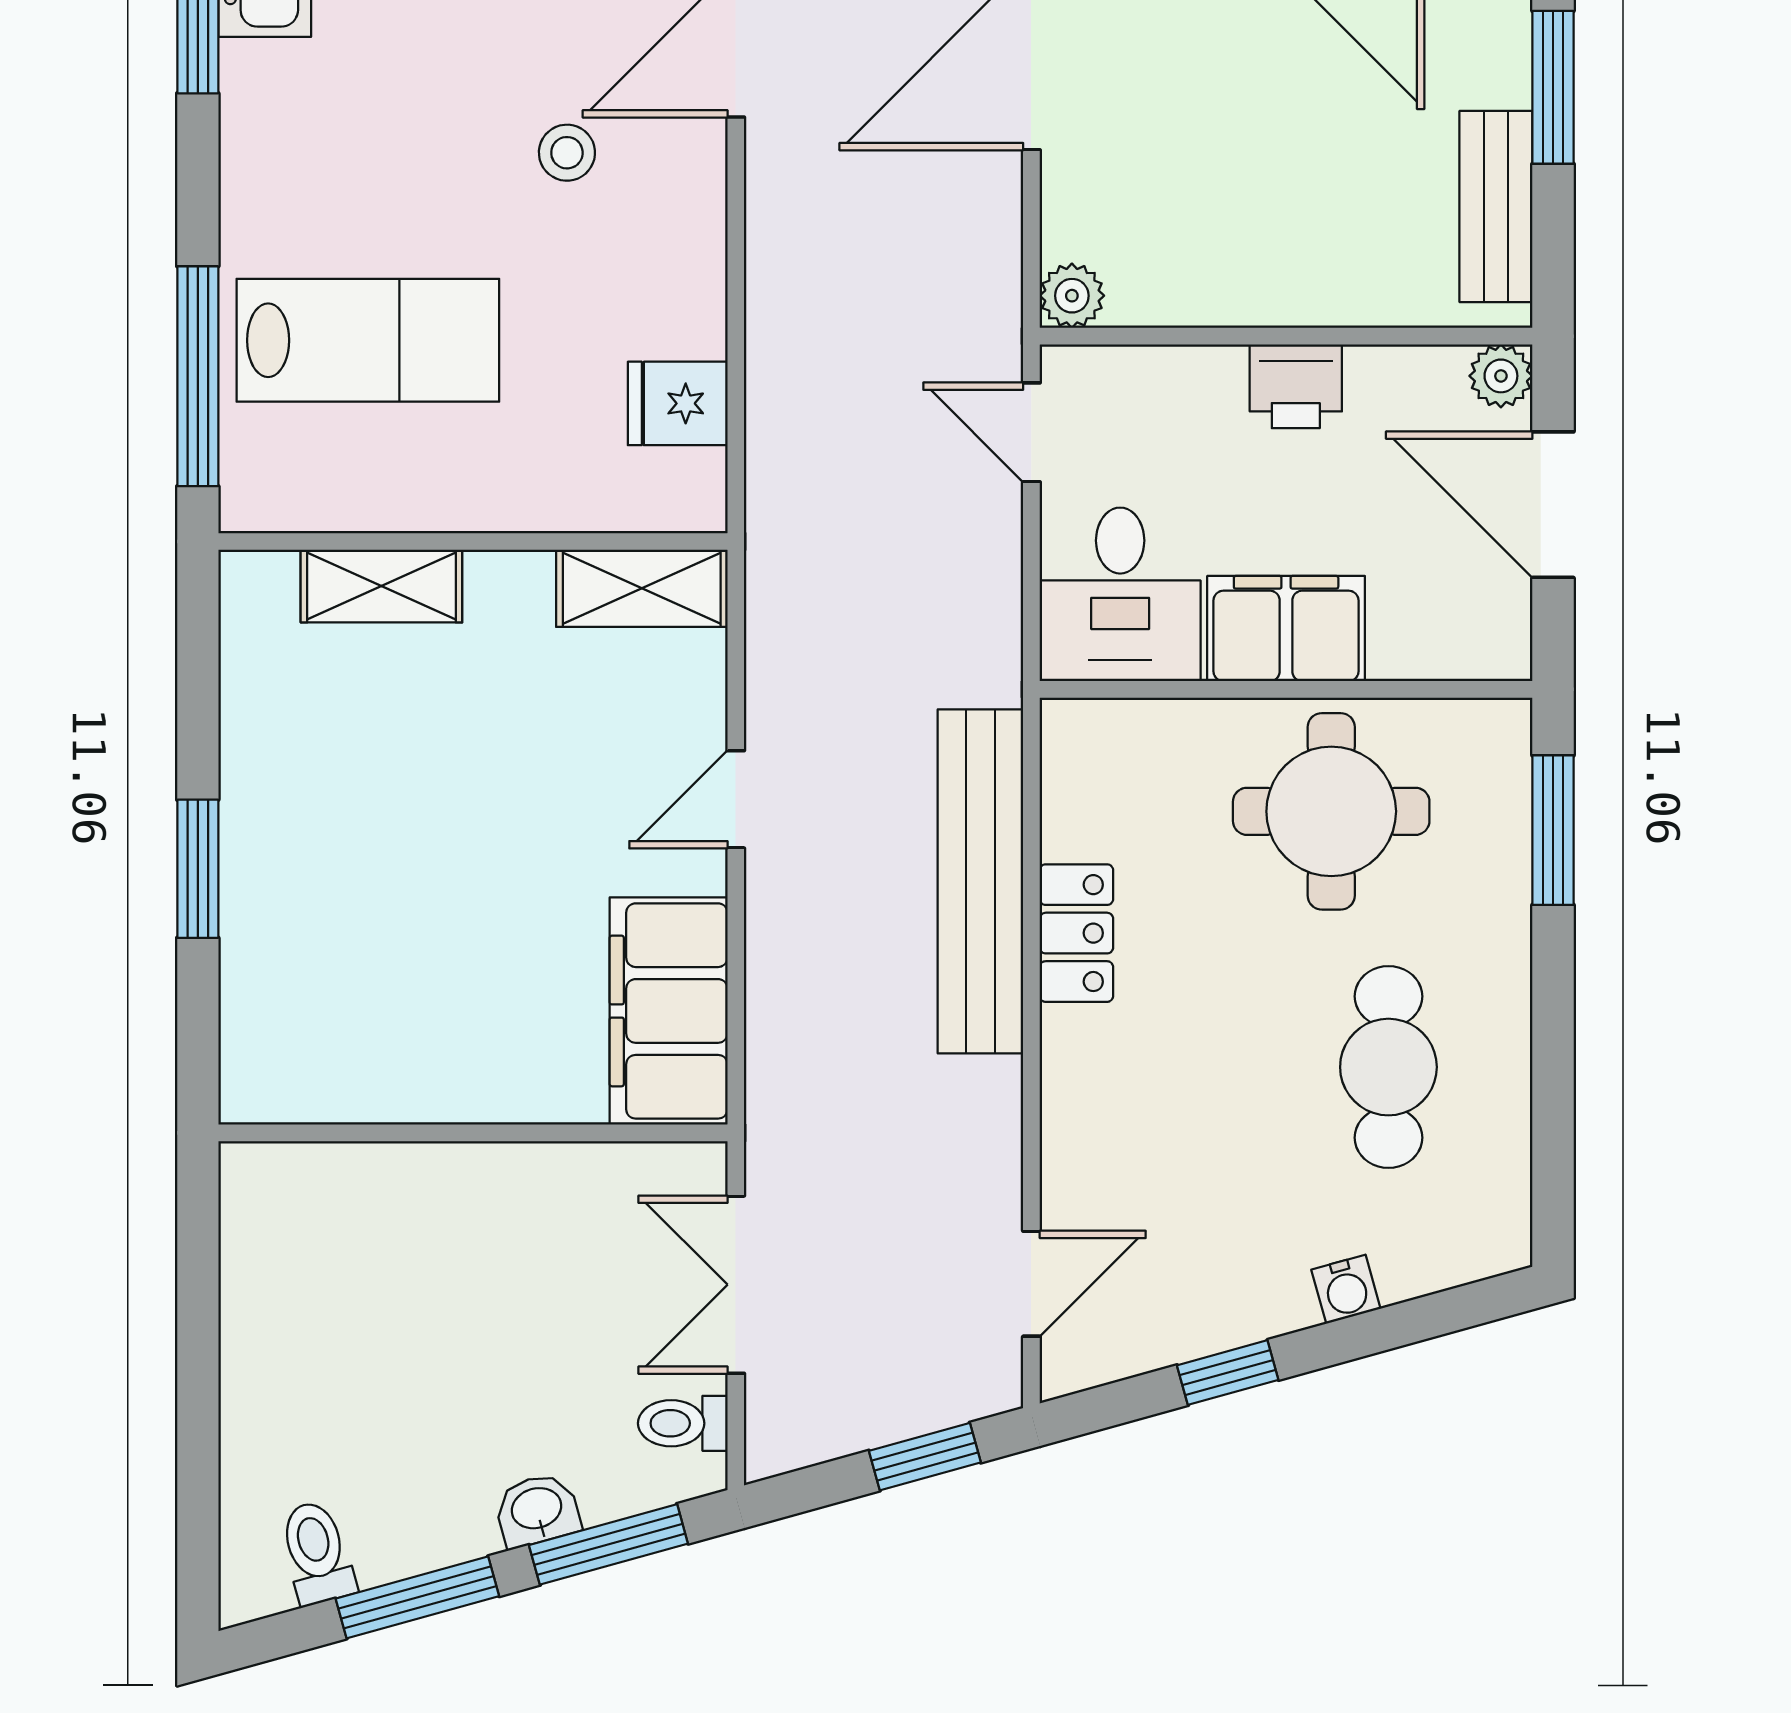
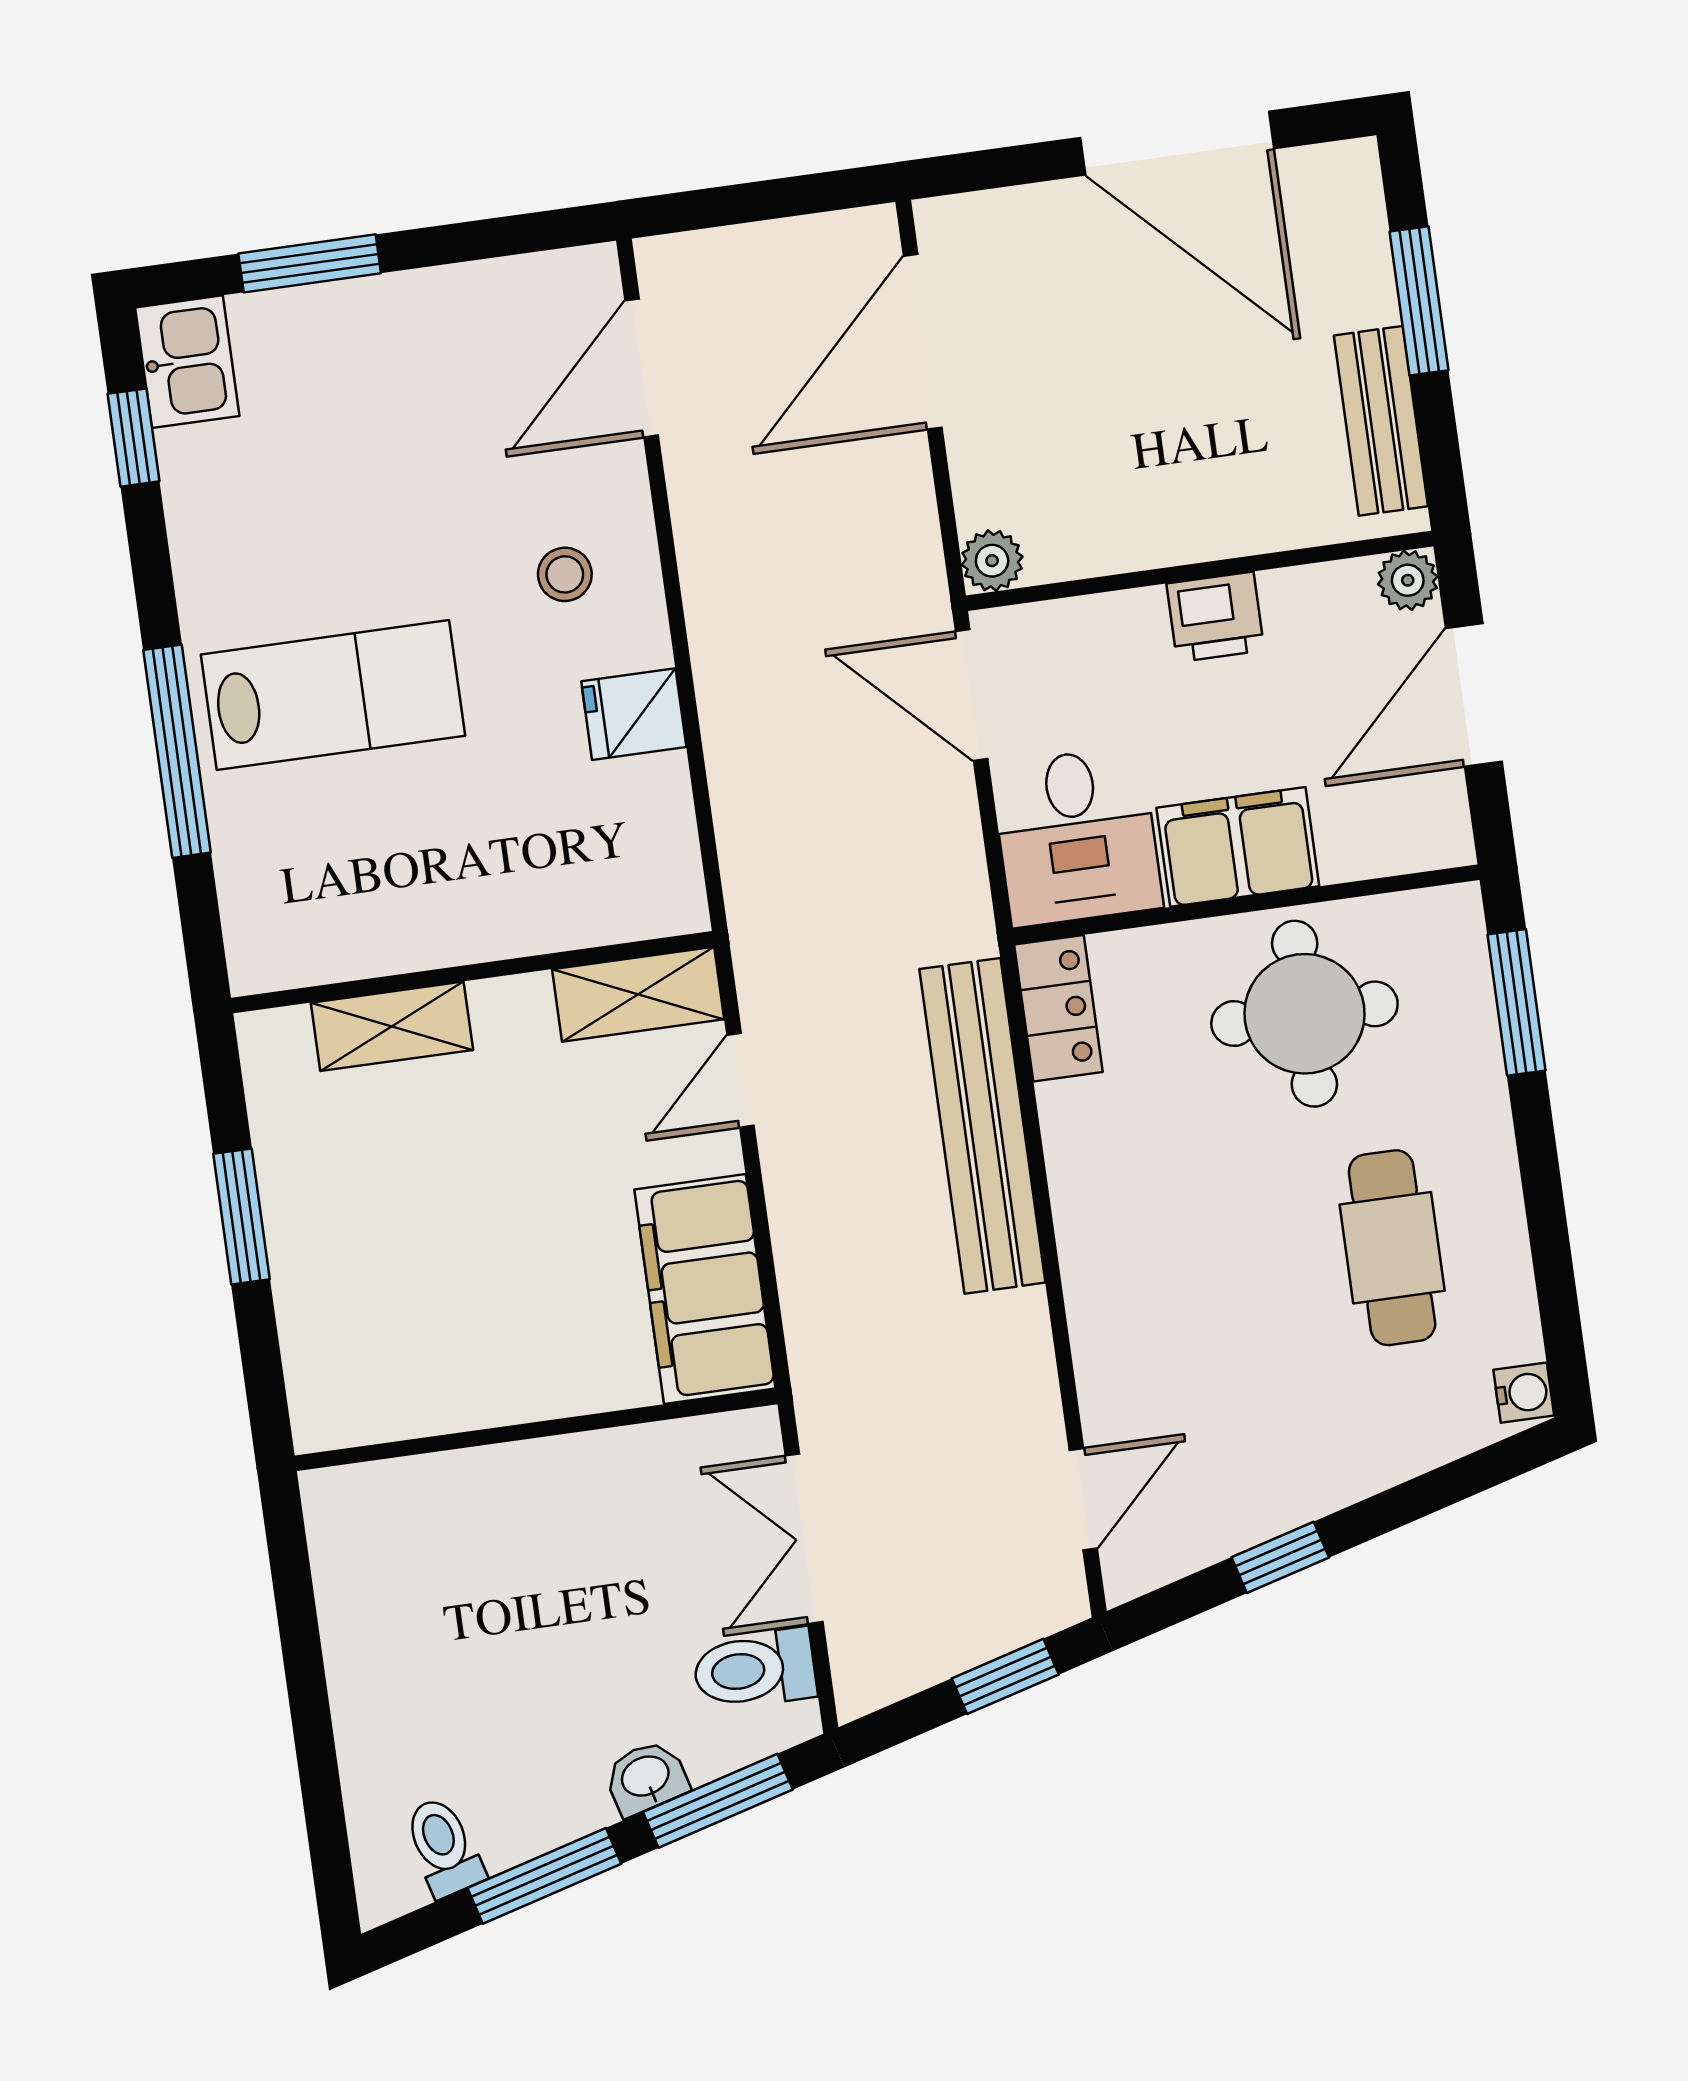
stool: (567, 153) -> (565, 574), moved
door: (1031, 432) -> (972, 695), width x1.38
door: (1553, 505) -> (1474, 695), hinge flipped
wall: (473, 541) -> (473, 972), moved
shelving: (381, 586) -> (392, 1026), moved
shelving: (642, 588) -> (638, 994), moved
locker: (1076, 933) -> (1058, 1008), moved
water cooler: (1346, 1289) -> (1524, 1393), moved, turned -74
toilet: (683, 1423) -> (755, 1669), width x1.37, depth x1.39

